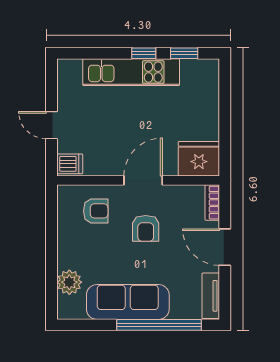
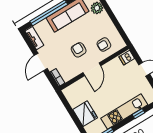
window: (144, 53) -> (139, 114), moved
fridge: (199, 159) -> (85, 114), moved, turned -90
door: (225, 247) -> (41, 62), swing flipped

